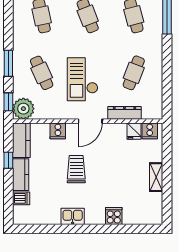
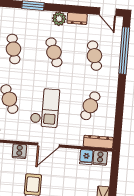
checkout: (83, 79) -> (45, 108), turned 180
dresser: (125, 113) -> (98, 142), moved

